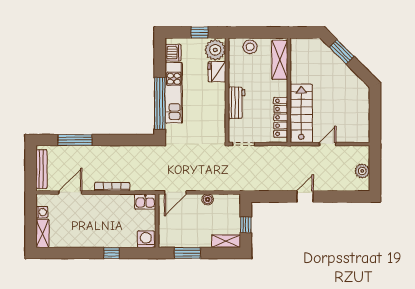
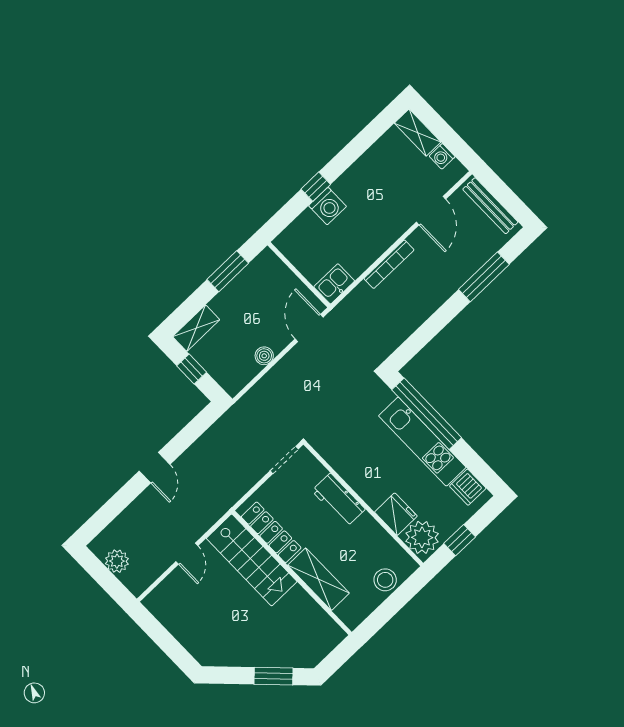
shelving: (280, 60) -> (318, 579), moved
washing machine: (146, 239) -> (328, 206), moved

